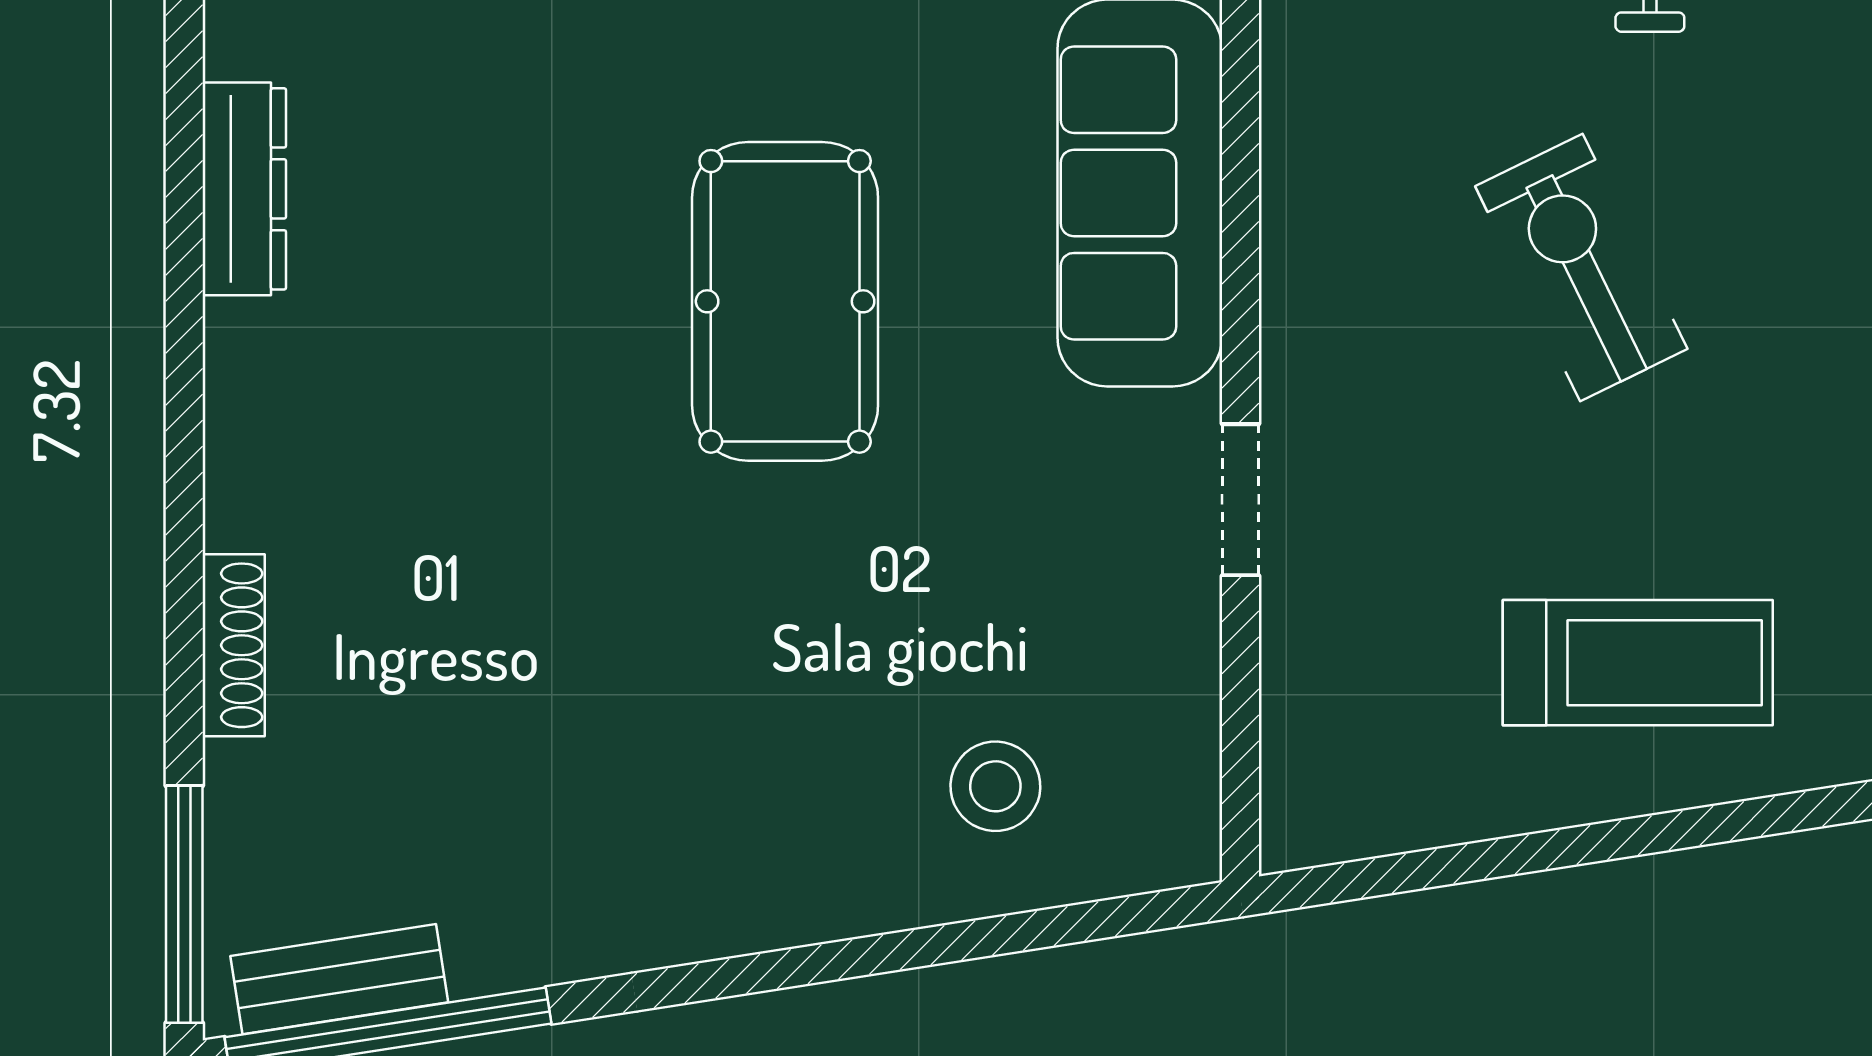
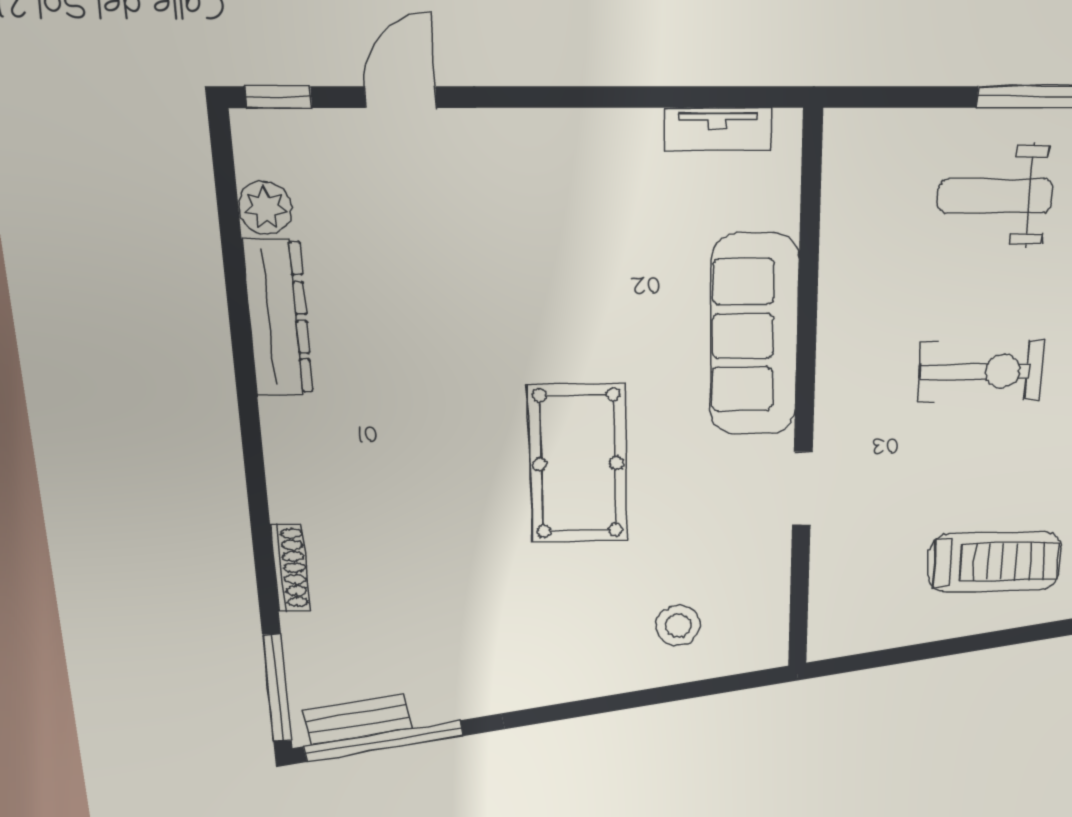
dresser: (244, 189) -> (278, 318), width x1.37, depth x1.24
exercise bike: (1581, 268) -> (981, 371), turned 116
pool table: (785, 301) -> (578, 464), moved

